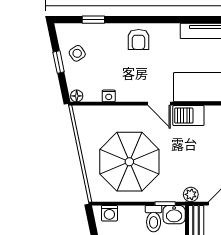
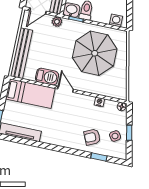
armchair: (139, 39) -> (92, 137), moved, turned -114

